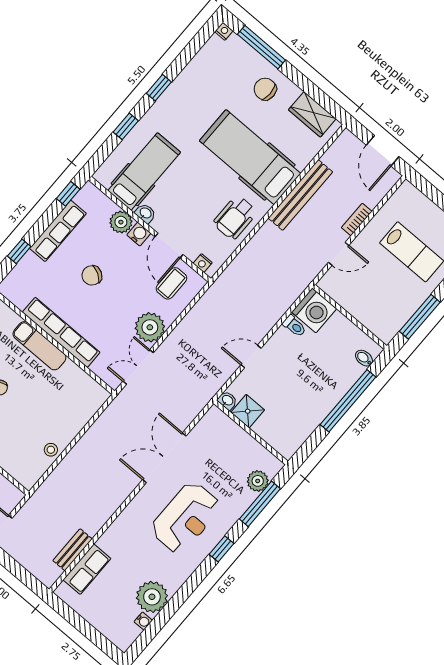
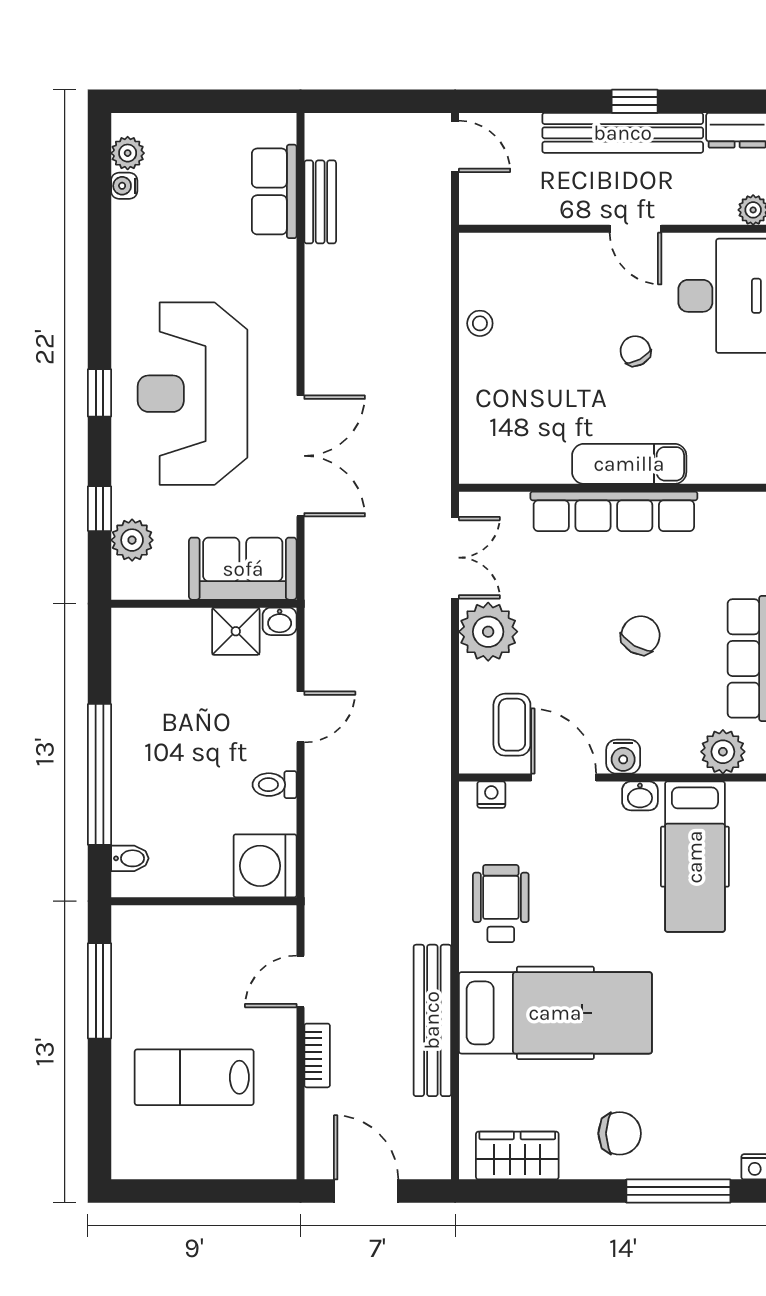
plant: (121, 222) -> (723, 752), moved
toilet: (294, 326) -> (275, 785), moved
sofa: (224, 433) -> (243, 569), added
window: (260, 504) -> (100, 509), width x0.46
reception desk: (186, 518) -> (193, 394), width x1.36, depth x1.30
plant: (152, 597) -> (128, 153), moved, width x0.53, depth x0.53

